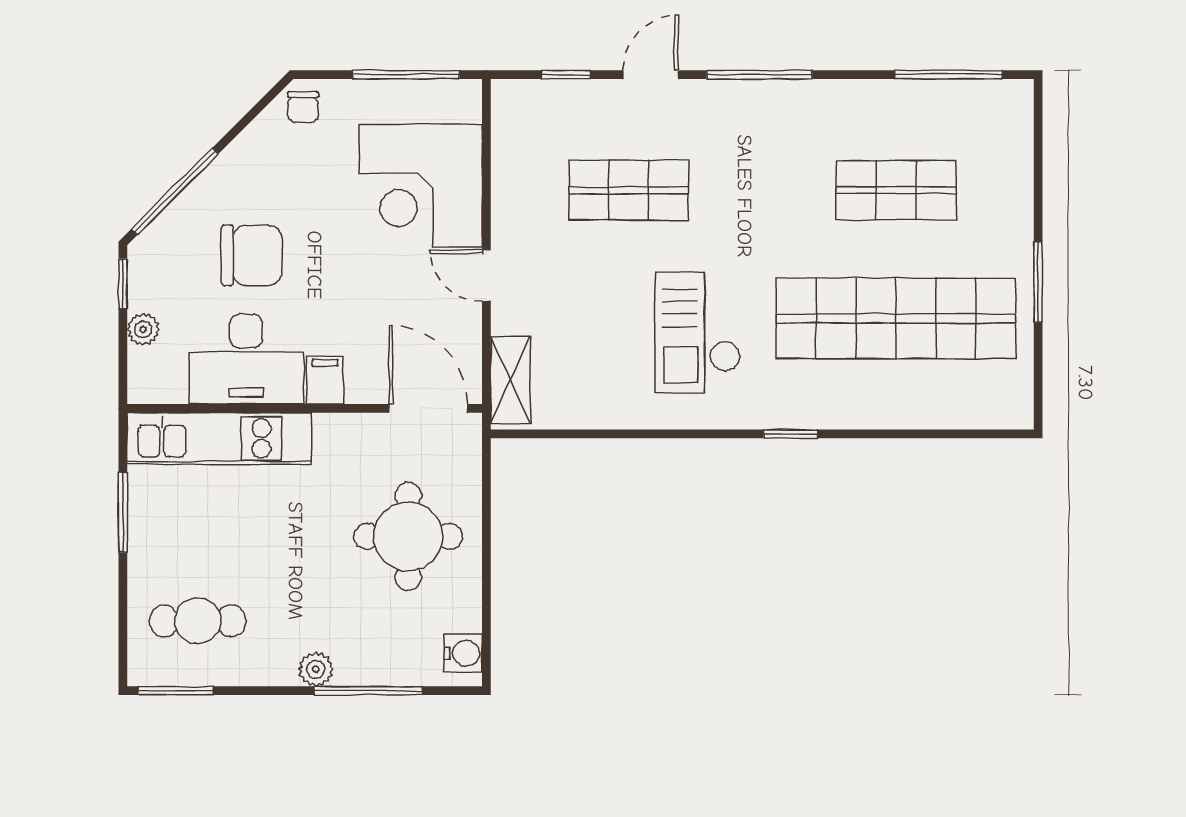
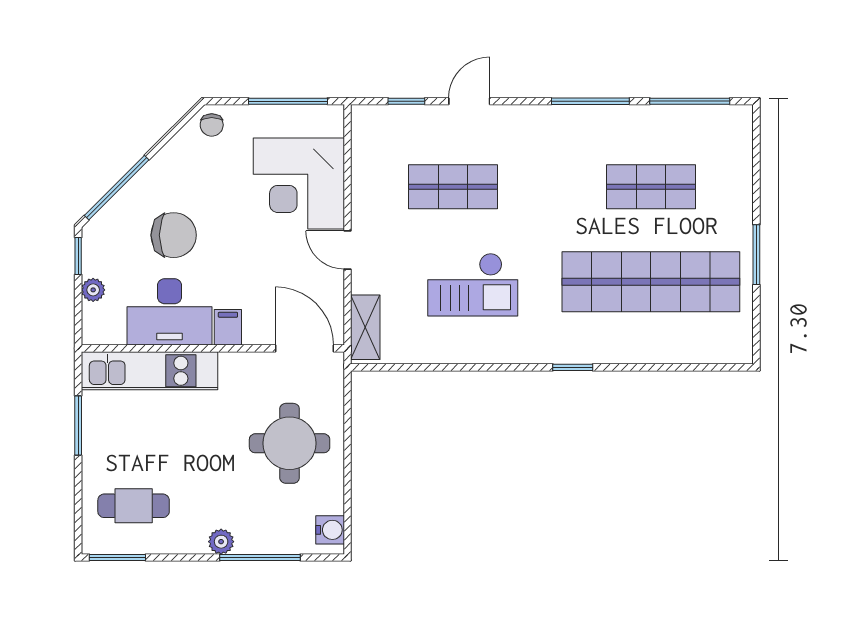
window: (759, 75) -> (590, 101), moved
checkout: (698, 332) -> (473, 285), moved, turned -90

